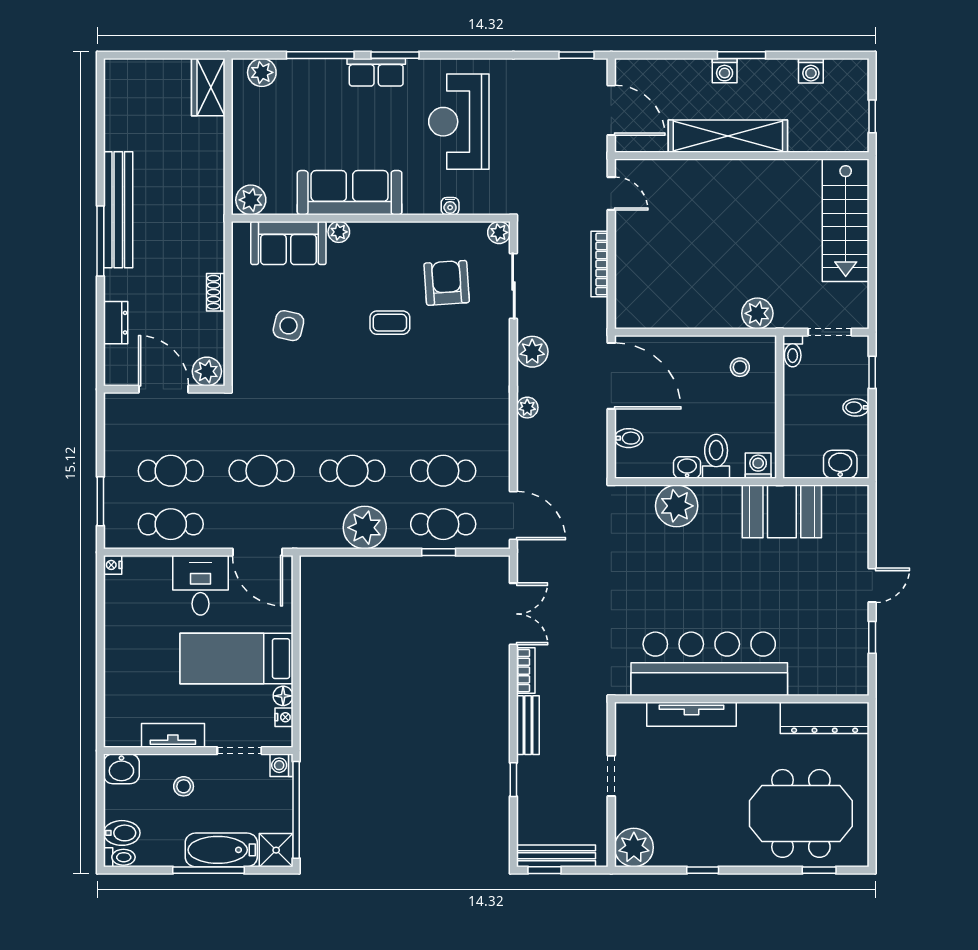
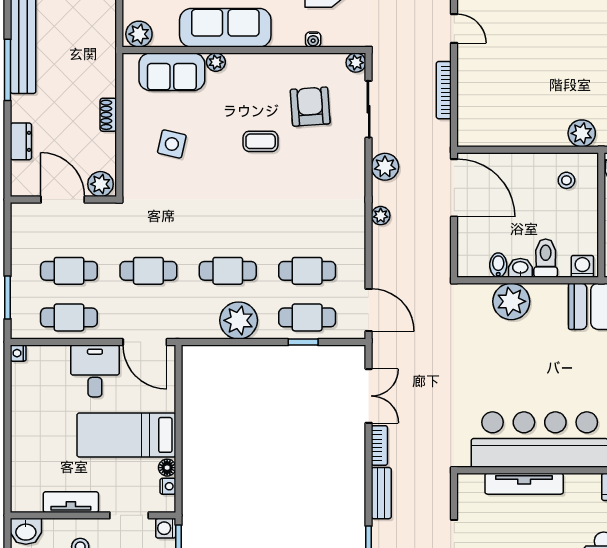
bidet: (629, 438) -> (498, 265), moved, turned -90

